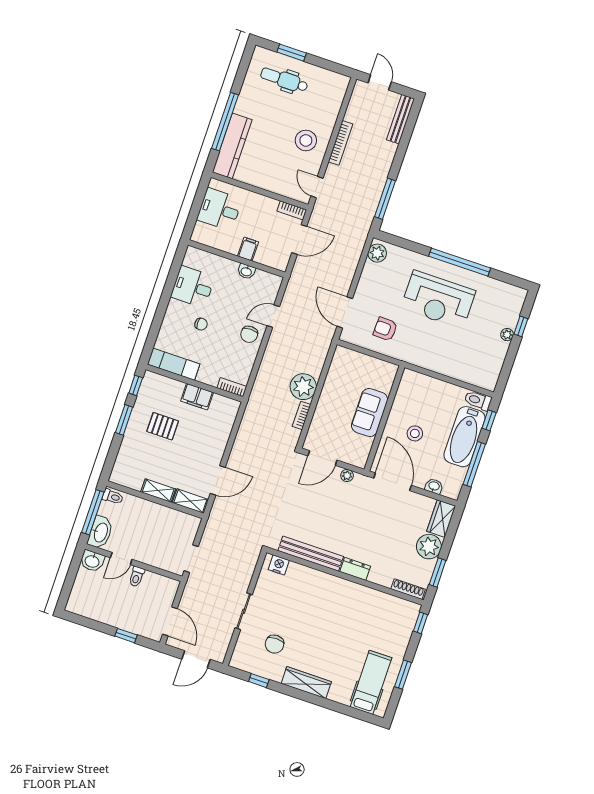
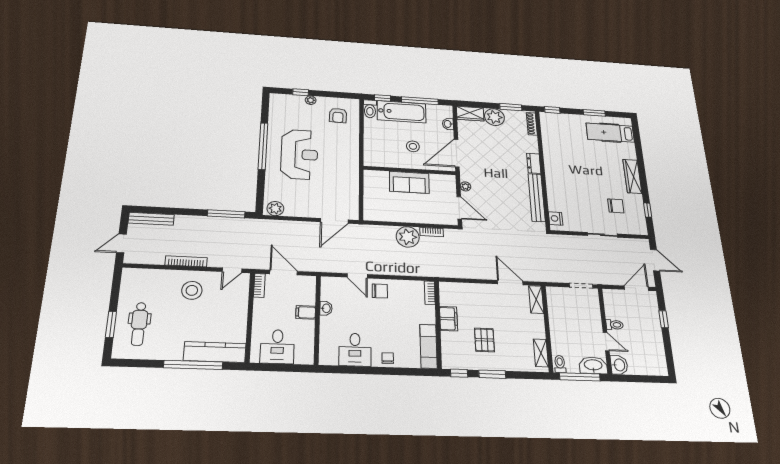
chair: (201, 324) -> (388, 358), moved
armchair: (385, 329) -> (338, 115), moved
shelving: (158, 491) -> (541, 353), moved

